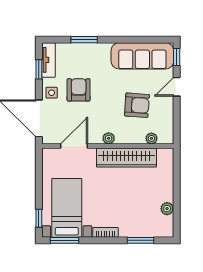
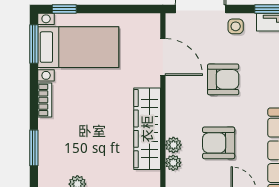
armchair: (79, 90) -> (223, 79), moved
armchair: (137, 105) -> (219, 143), turned 86
plant: (109, 138) -> (173, 145), moved

